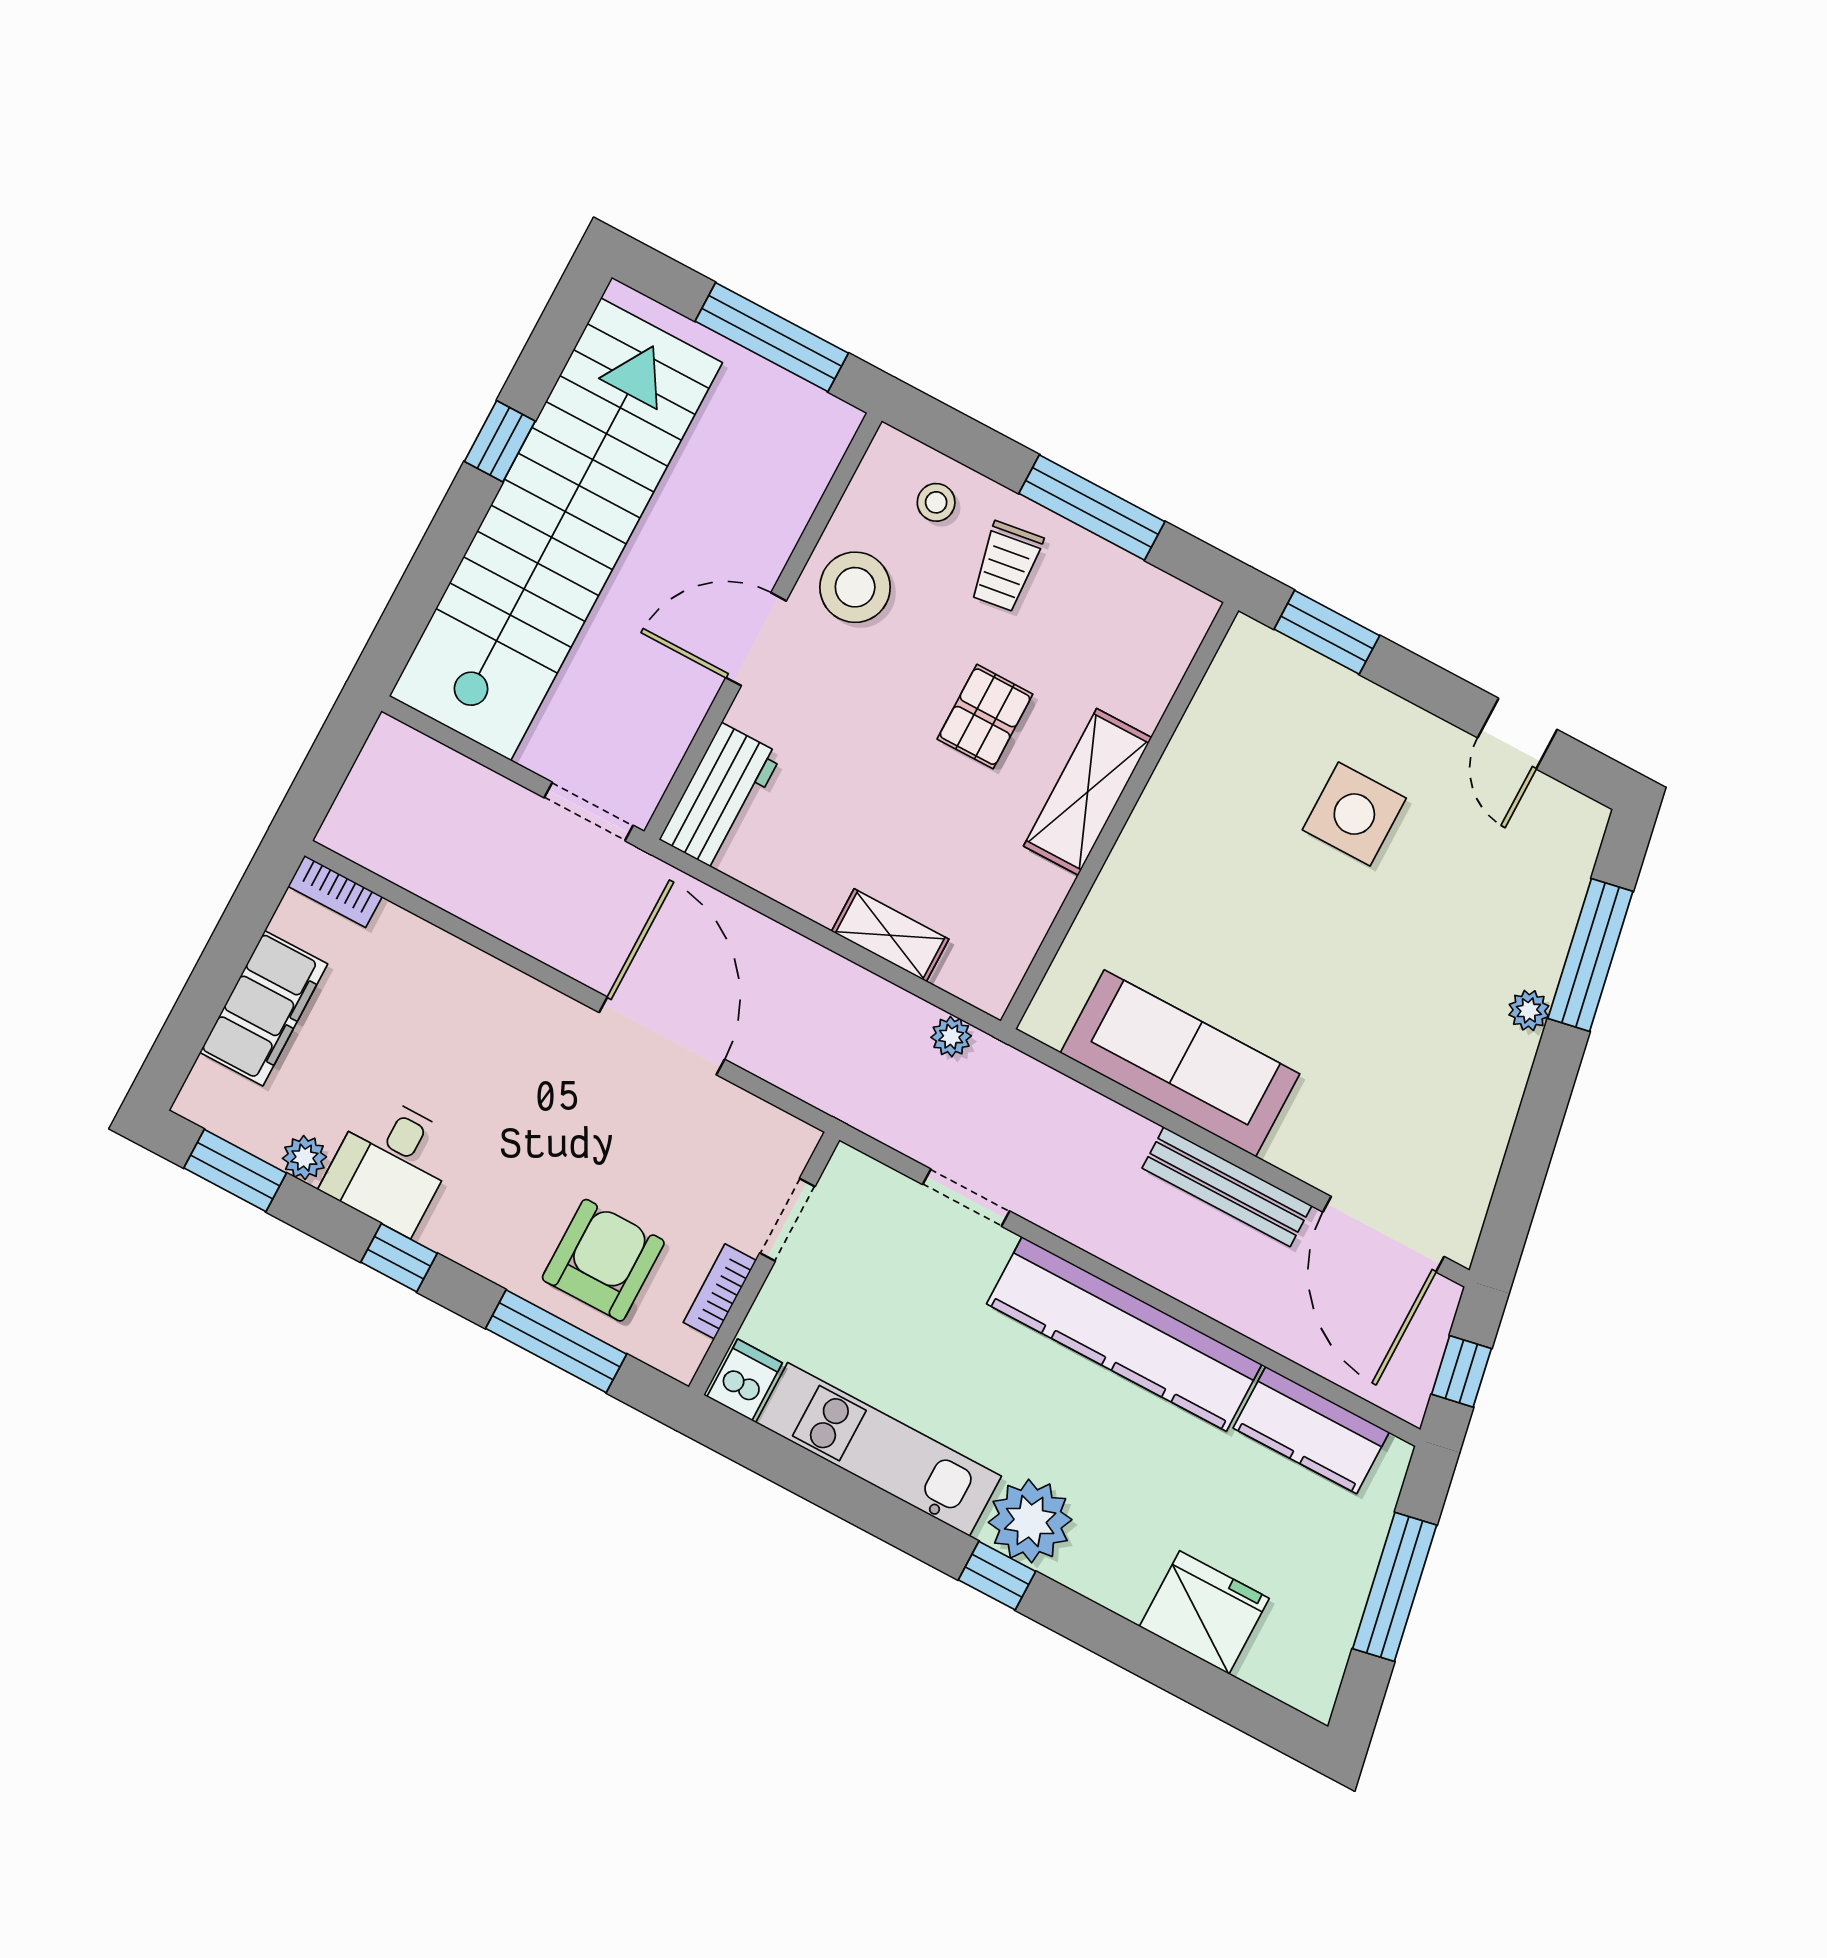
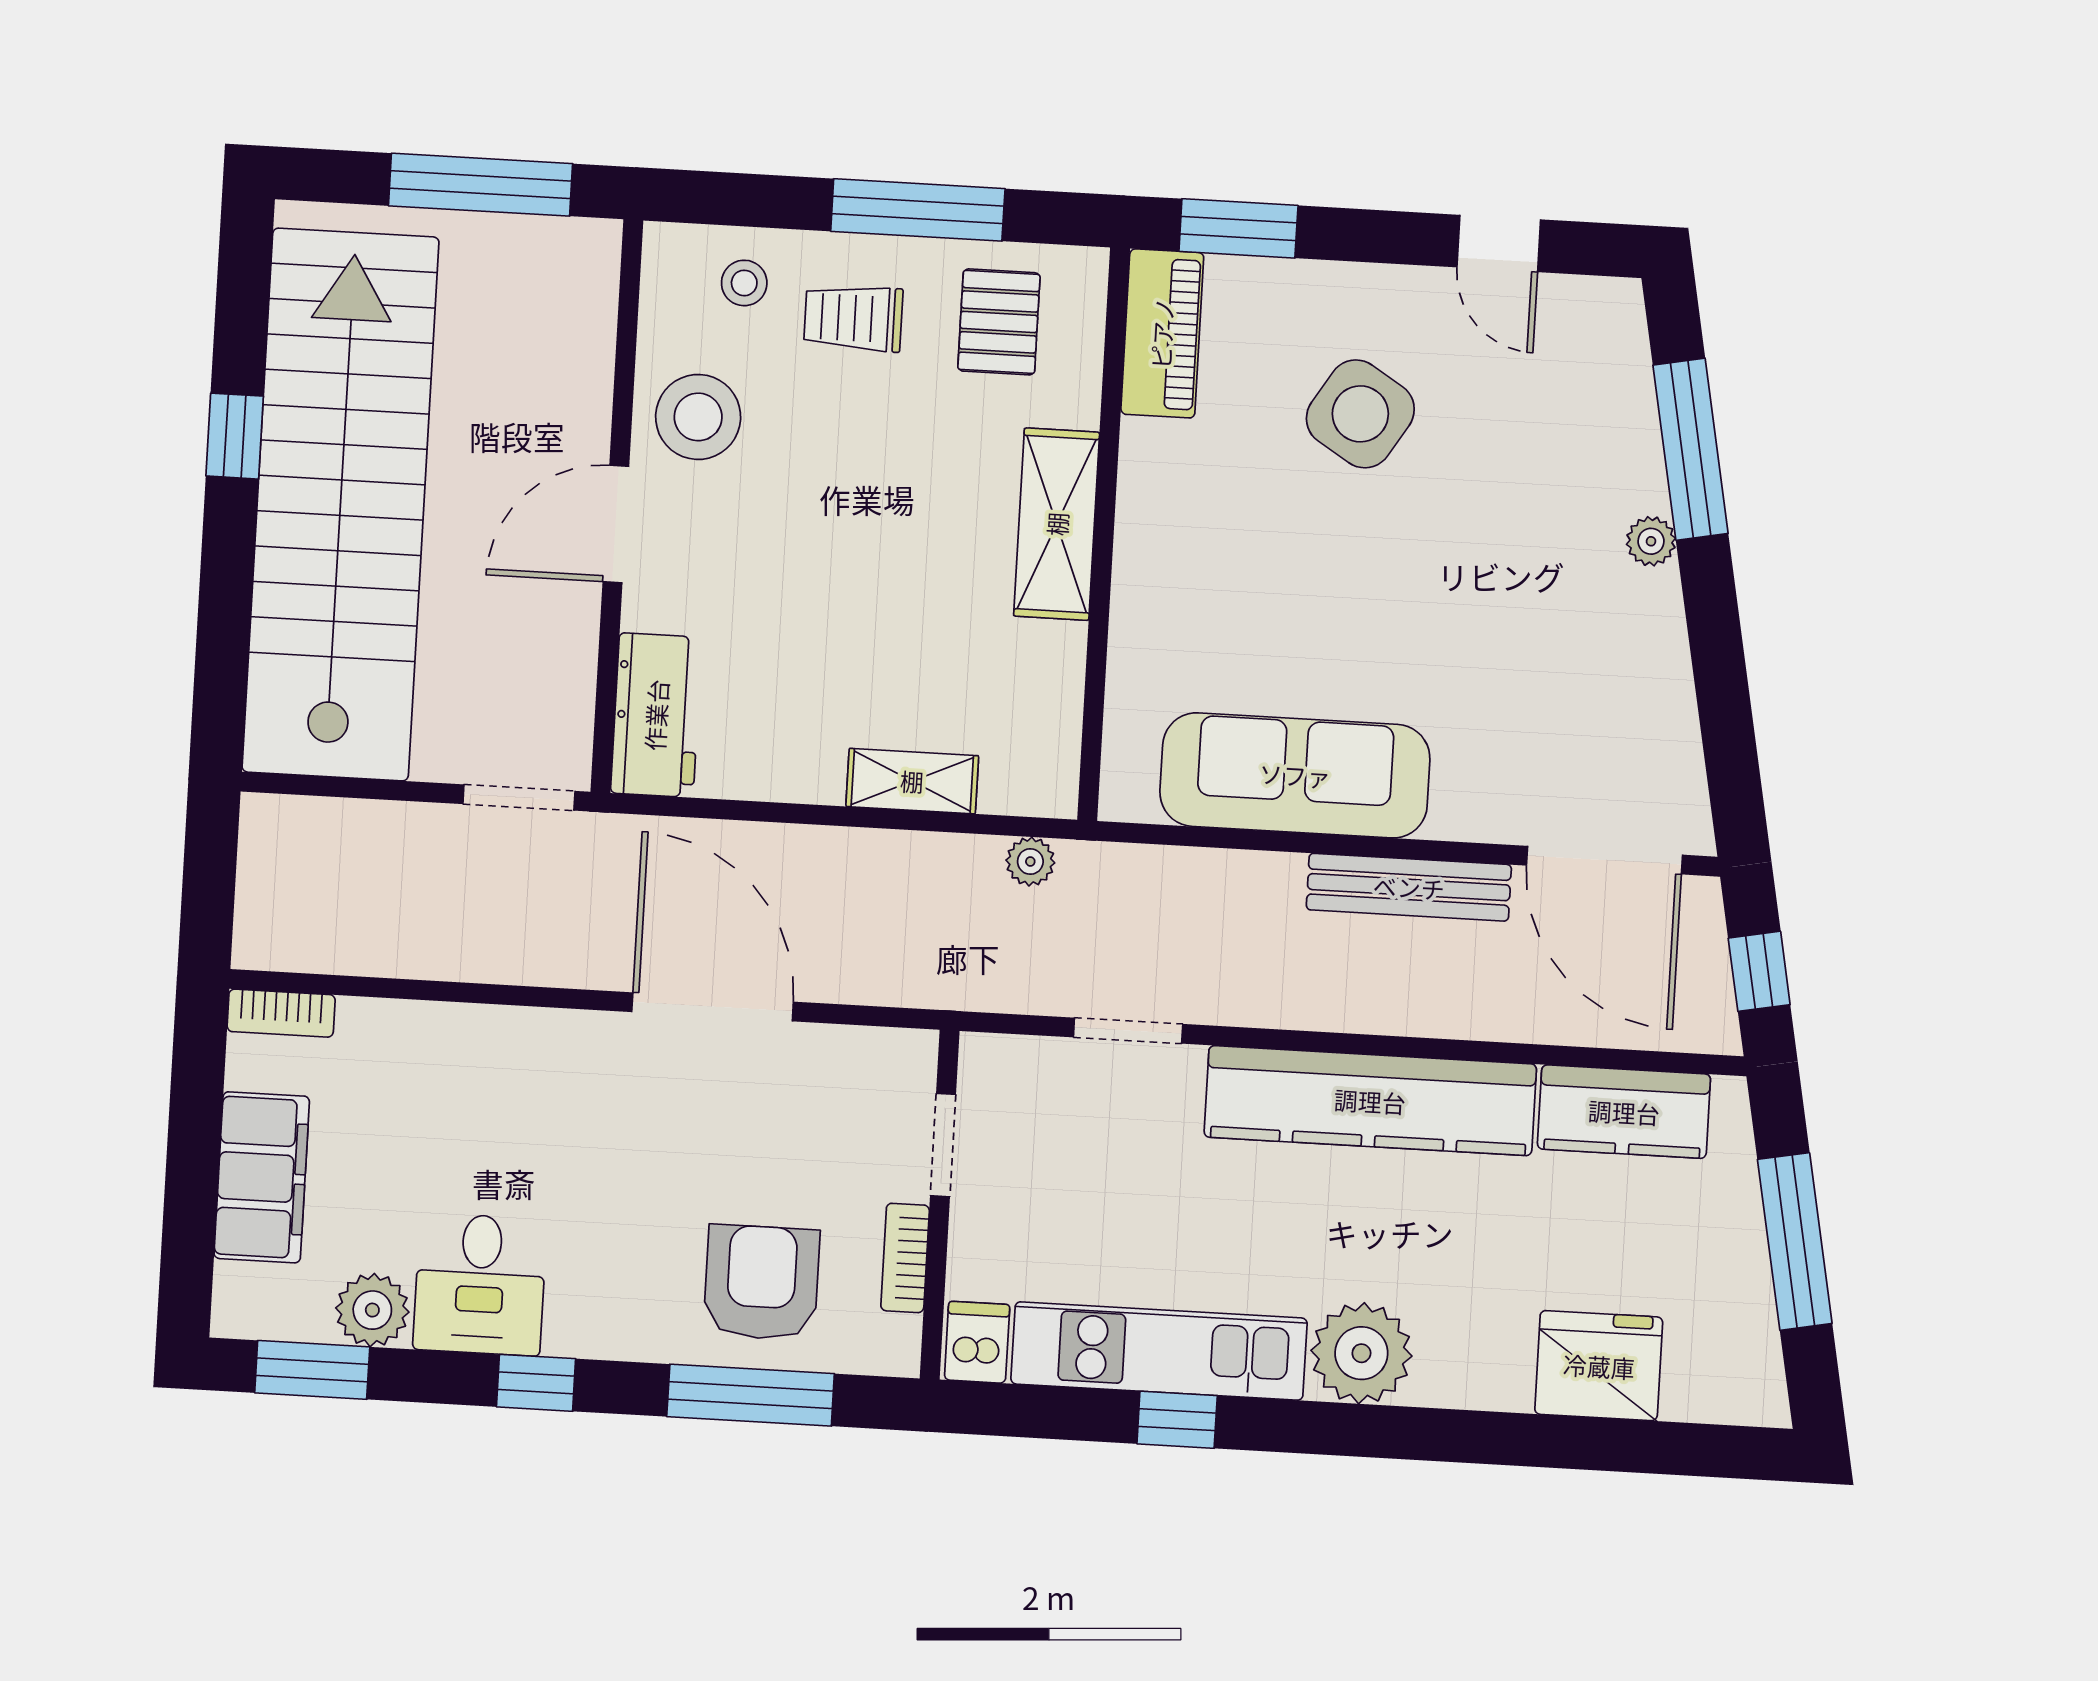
trolley: (1006, 567) -> (853, 318), turned 98
piano: (1233, 685) -> (1162, 333), added
pallet: (985, 717) -> (999, 322), moved
side table: (1354, 814) -> (1360, 414), turned 32
plant: (304, 1158) -> (372, 1310), width x1.38, depth x1.38
window: (997, 1576) -> (1177, 1420), moved

